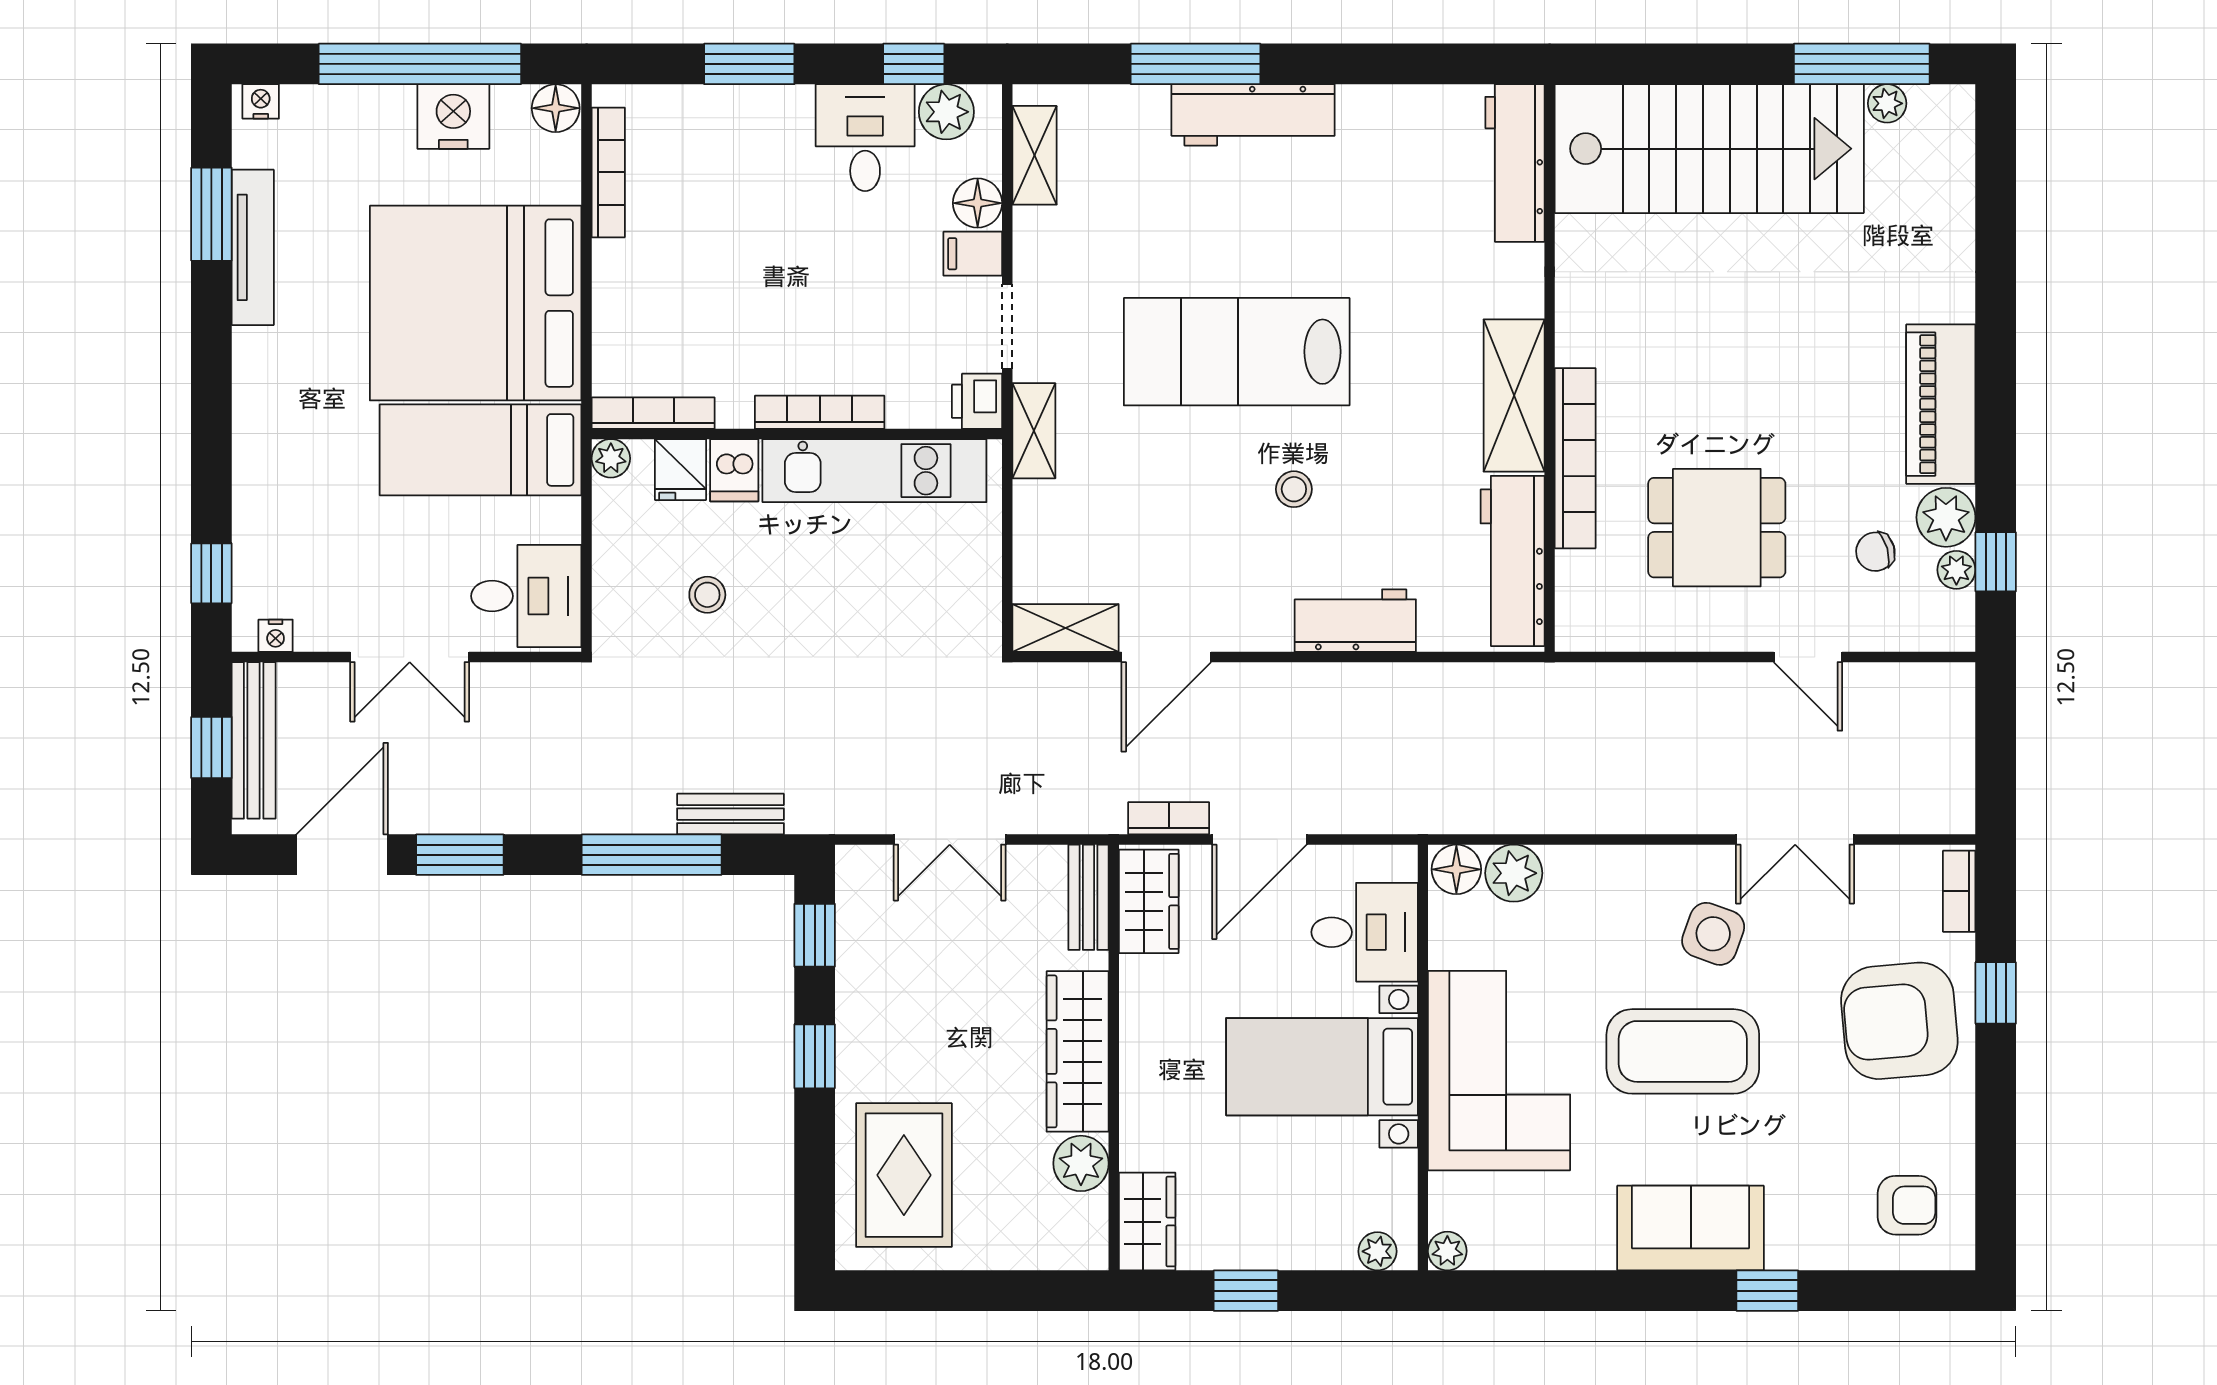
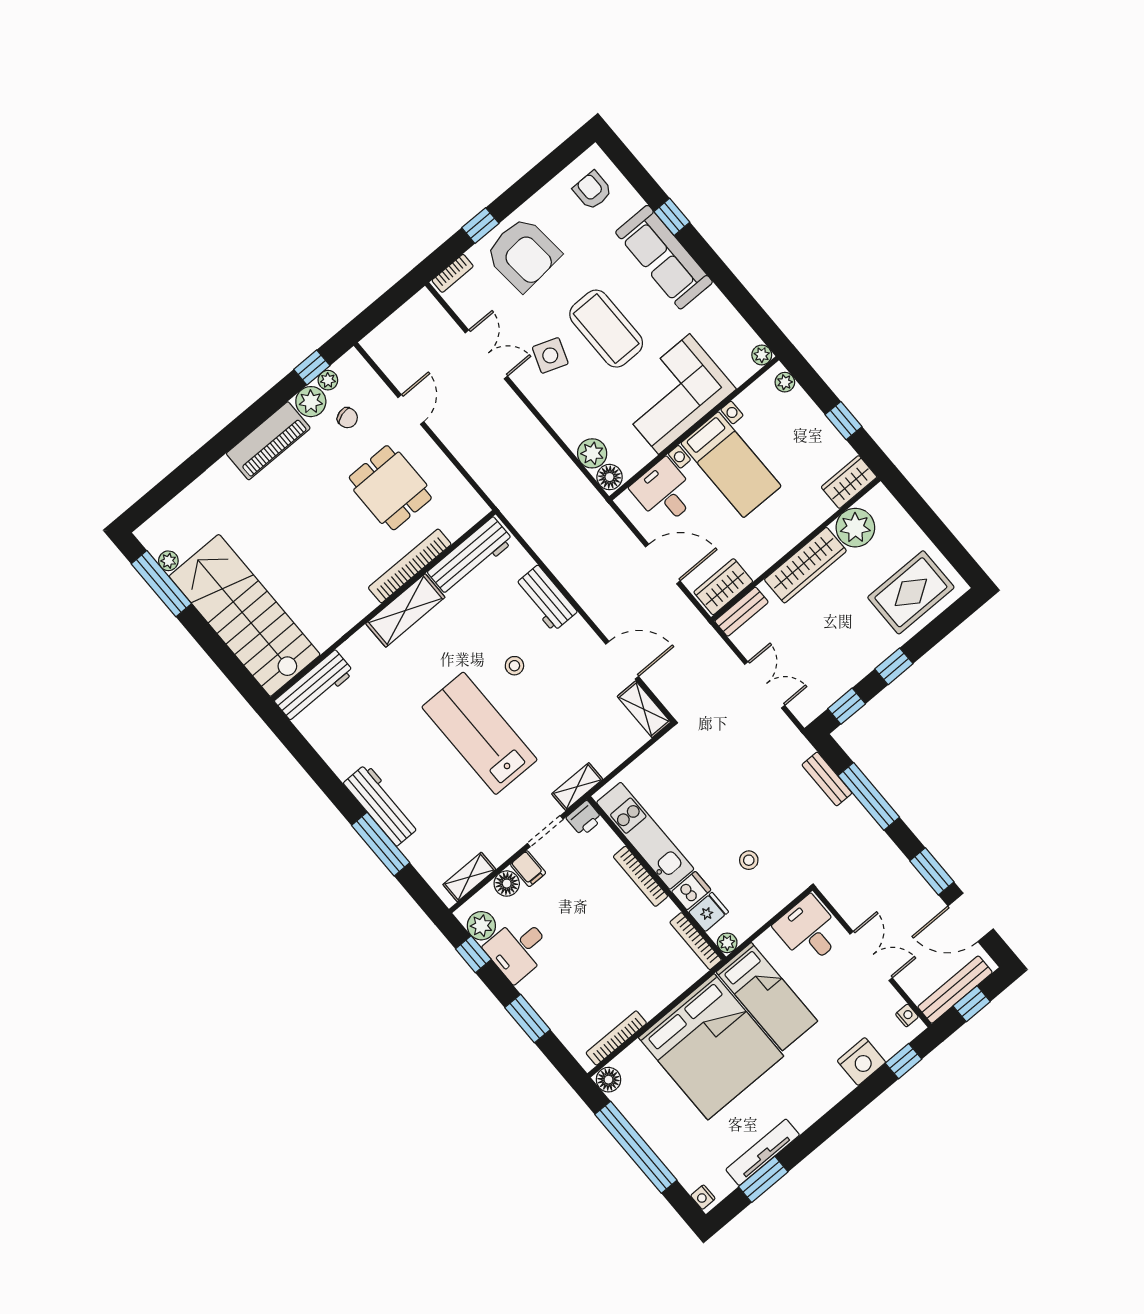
nightstand: (453, 117) -> (861, 1061), moved, turned -90
lab bench: (1237, 352) -> (480, 733), turned 180
bookcase: (1169, 818) -> (684, 606), removed
plant: (1081, 1163) -> (855, 528), width x1.36, depth x1.36
sofa: (1691, 1228) -> (664, 257), width x1.36

